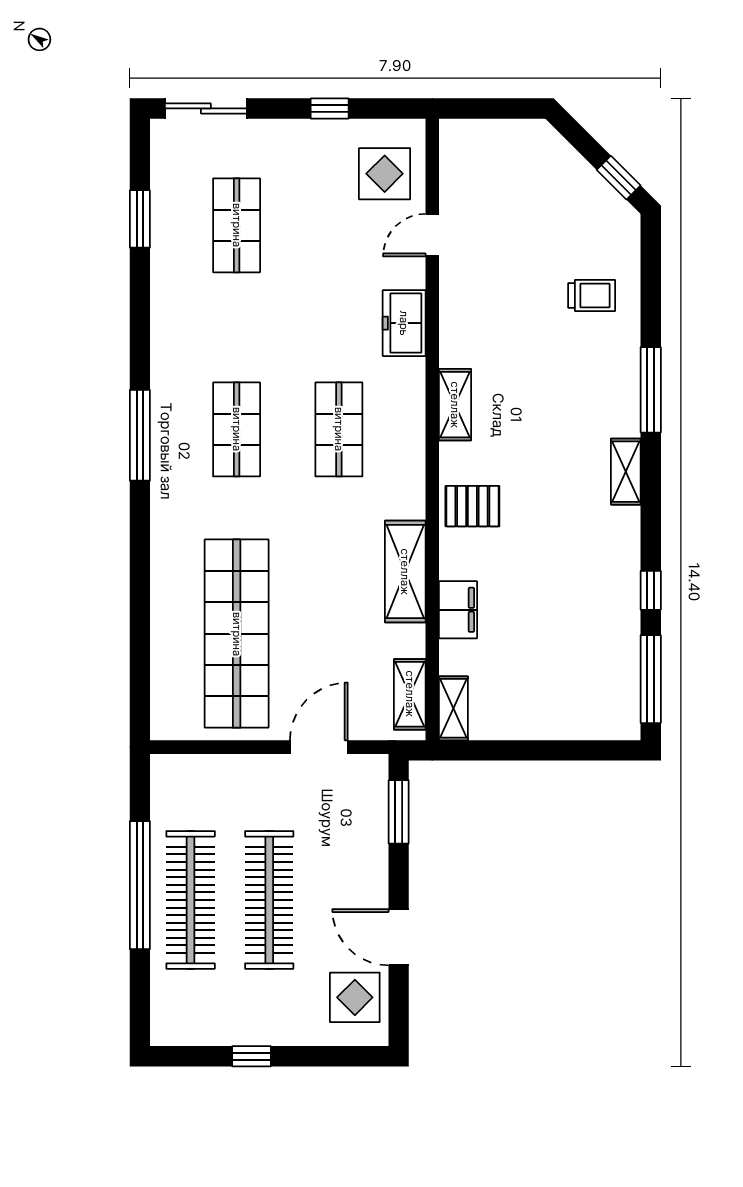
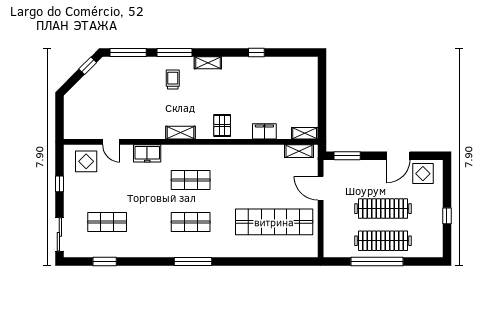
trolley: (592, 296) -> (173, 80), moved
shelving: (405, 572) -> (249, 153), removed
window: (651, 679) -> (128, 53), moved

